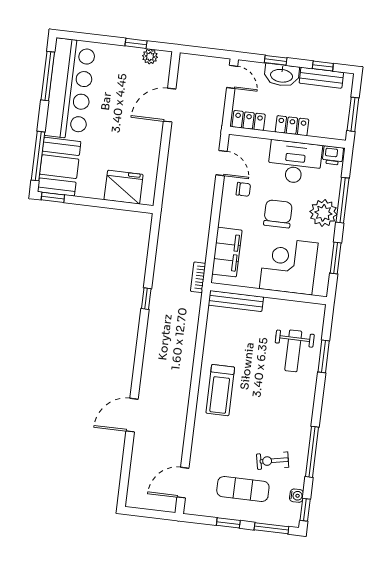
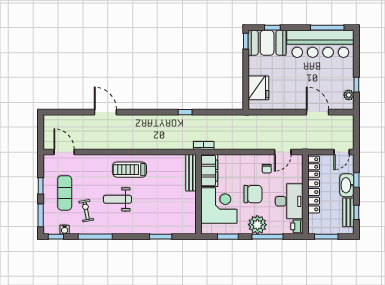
locker: (292, 126) -> (314, 196), width x1.53
window: (38, 156) -> (272, 28), width x0.46
filing cabinet: (227, 252) -> (209, 171), moved, turned -90
weight bench: (293, 351) -> (118, 199), moved

